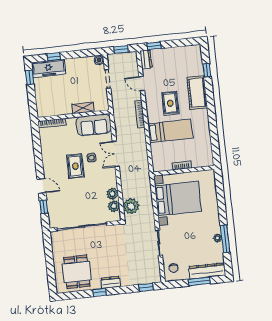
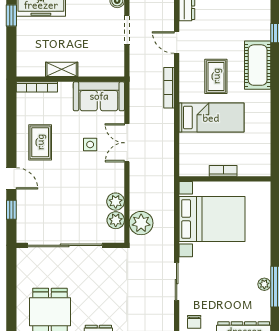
shelving: (83, 108) -> (62, 69), moved
rug: (75, 166) -> (40, 142), moved

